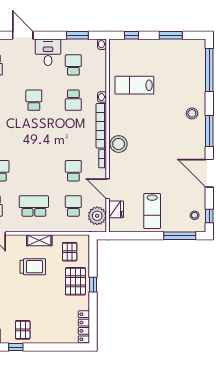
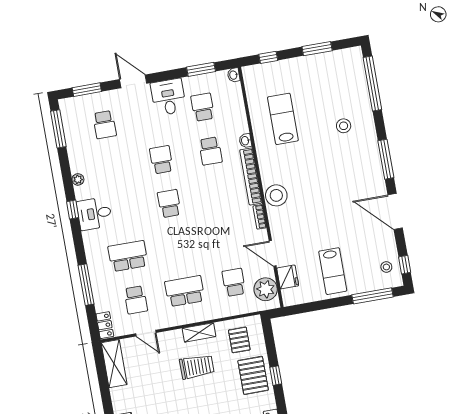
lab bench: (134, 85) -> (283, 119), turned 90
stool: (192, 113) -> (344, 126), moved
school desk: (73, 171) -> (169, 204), moved

